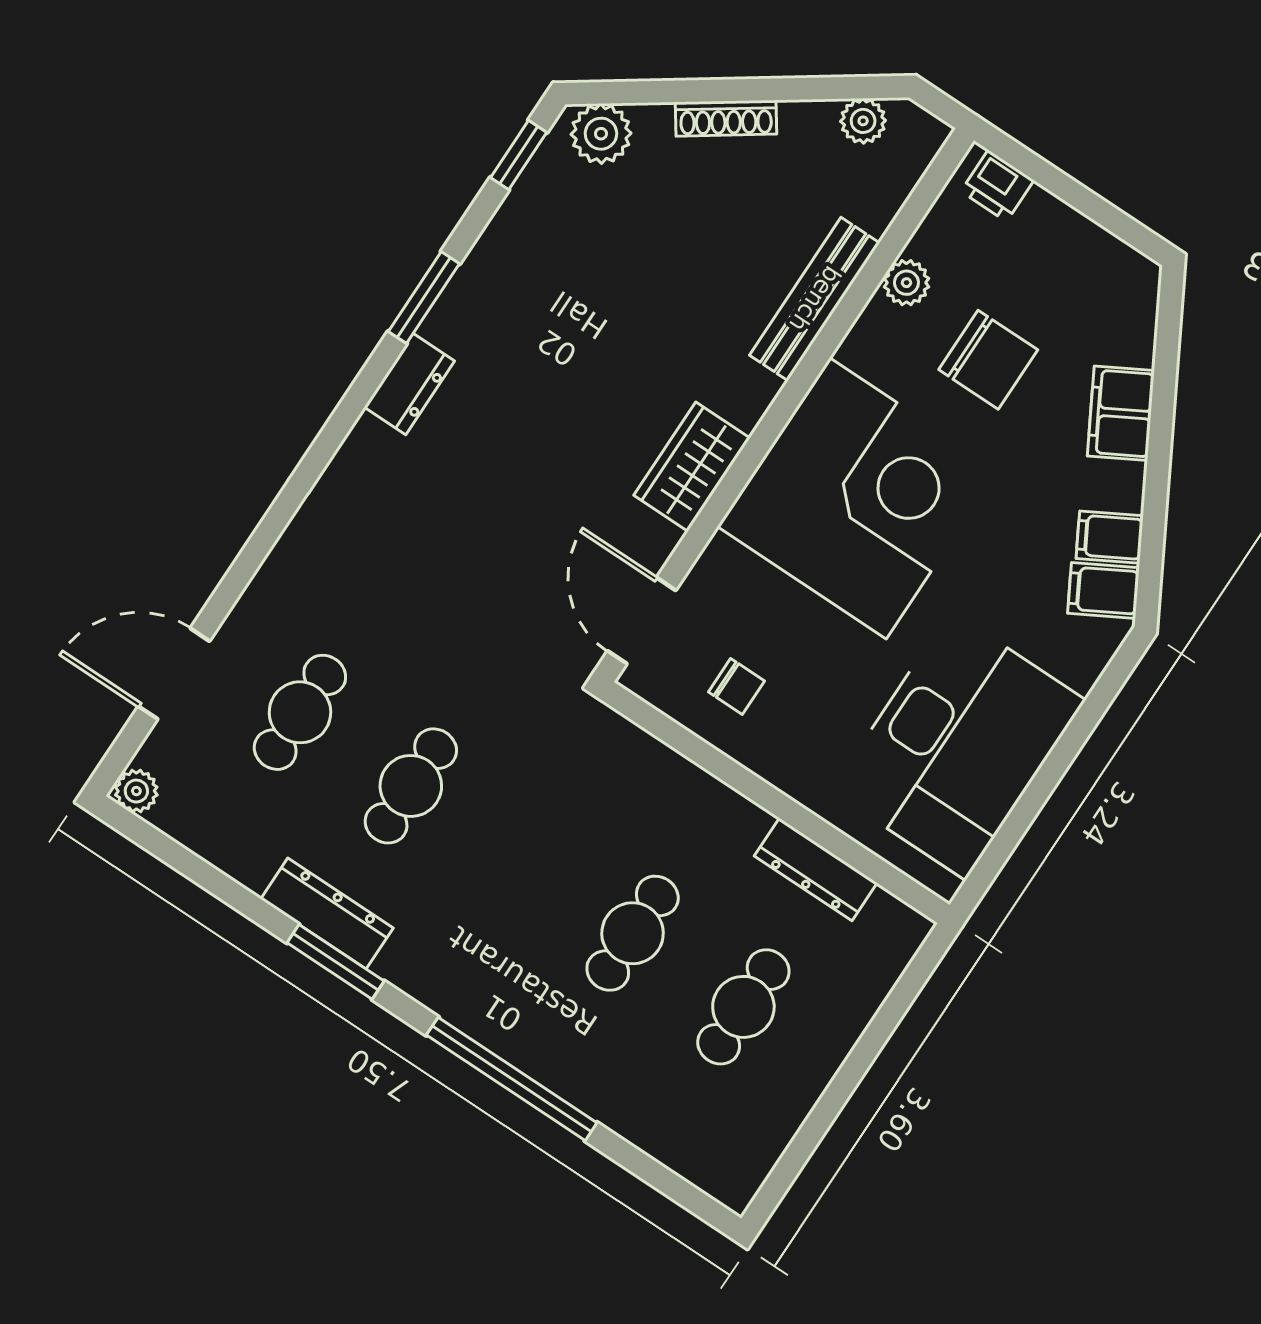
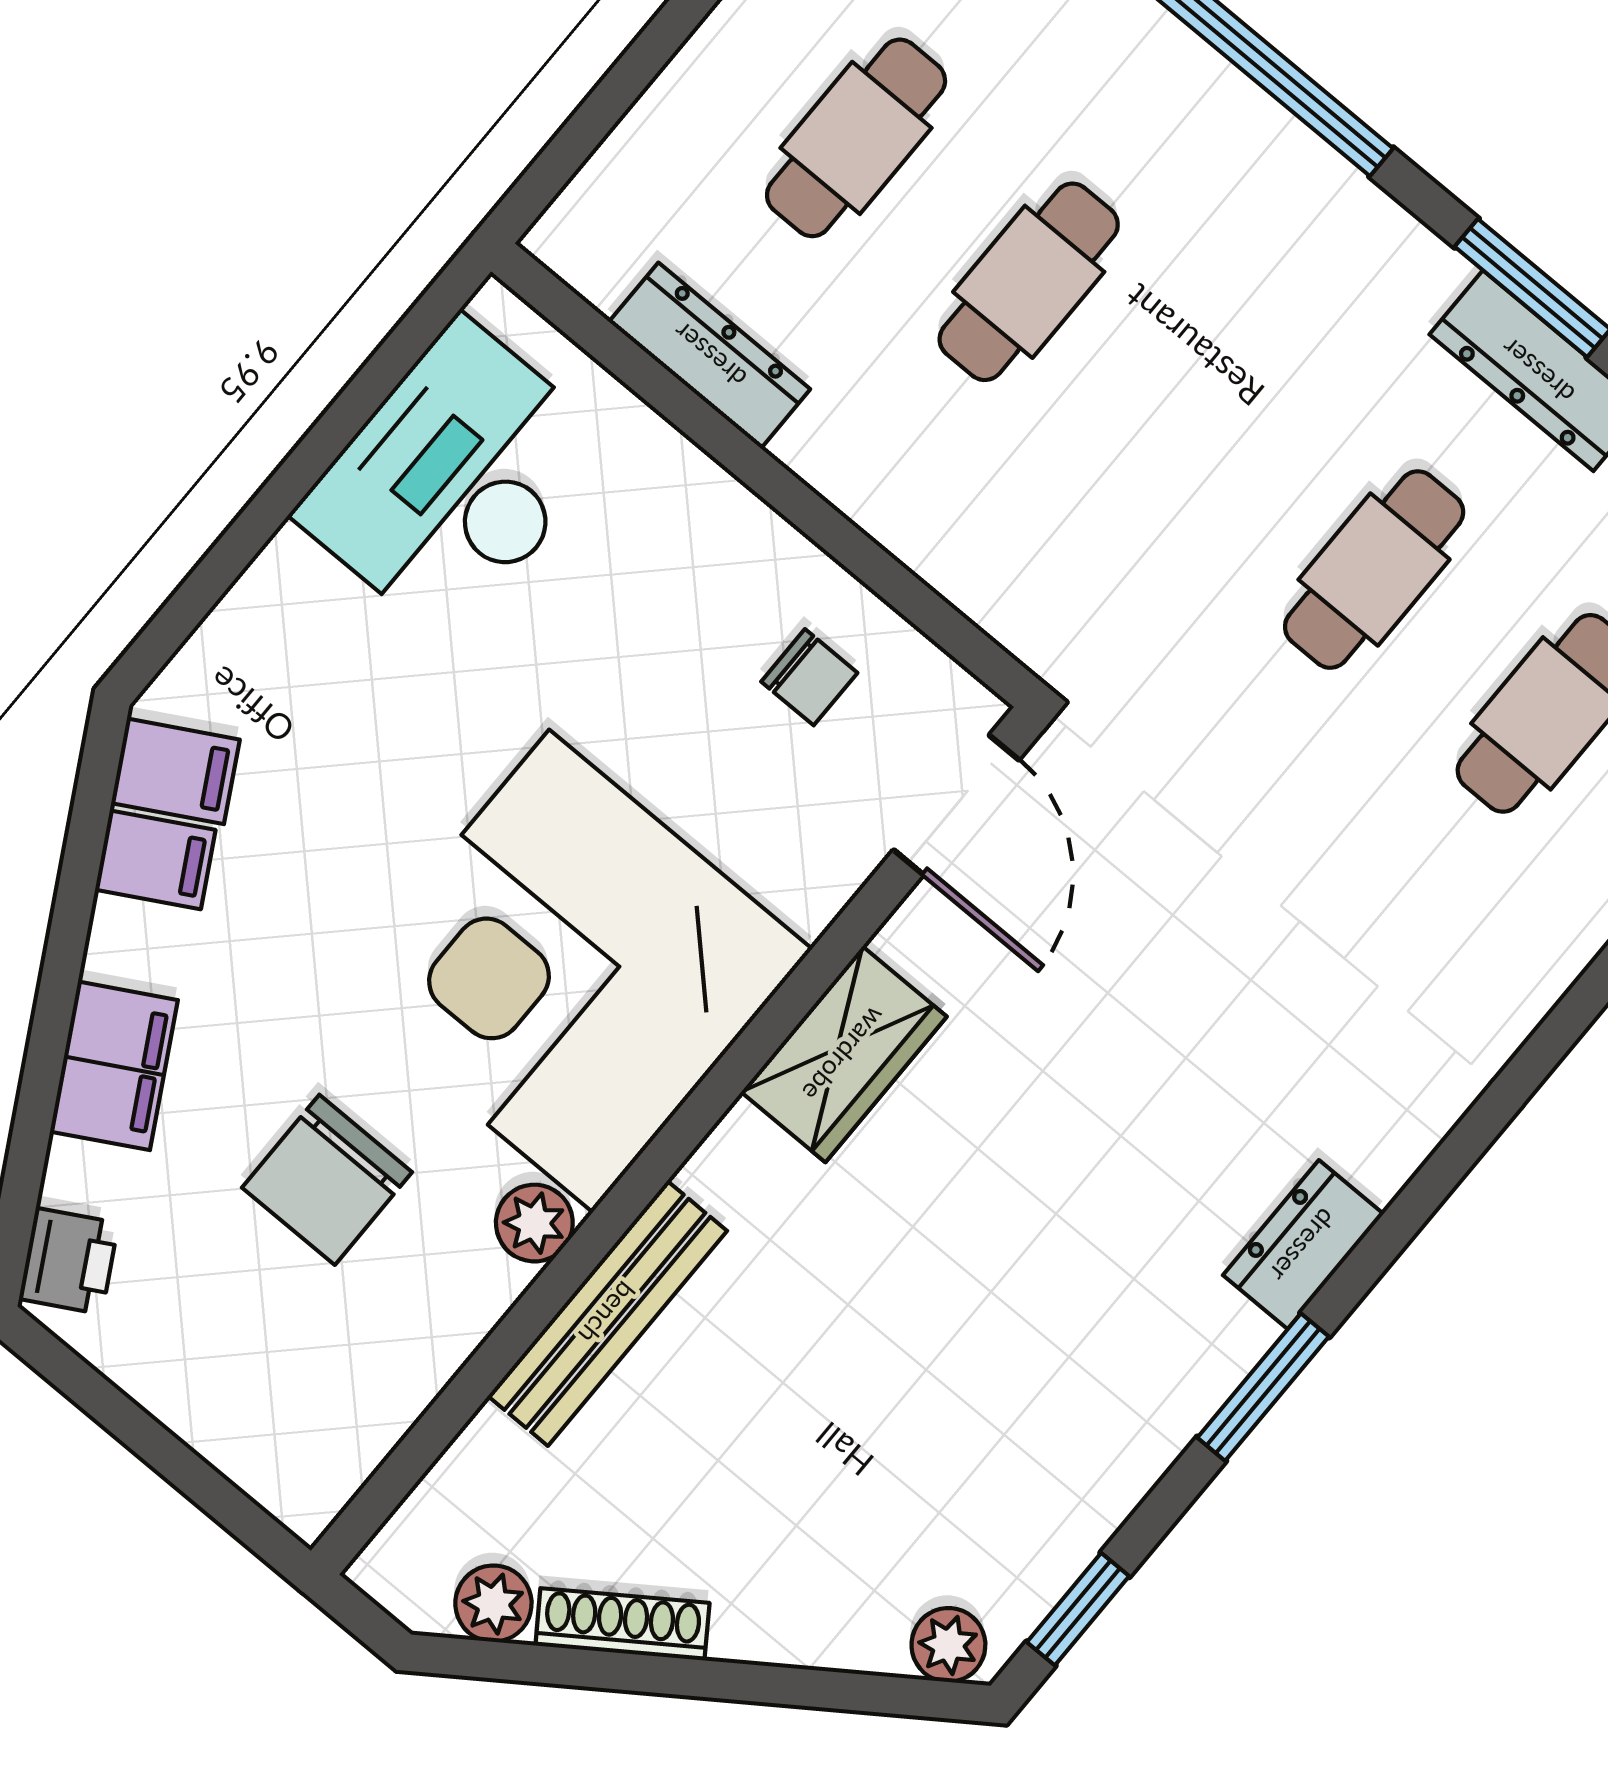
shoe rack: (726, 118) -> (622, 1624), moved
plant: (601, 134) -> (948, 1645), width x0.73, depth x0.73
printer: (997, 186) -> (69, 1261), moved, turned 61
plant: (906, 283) -> (534, 1223), moved
chair: (988, 360) -> (327, 1180), turned -90
chair: (736, 686) -> (809, 677), turned 180
desk: (958, 745) -> (455, 480), width x0.73, depth x0.77

